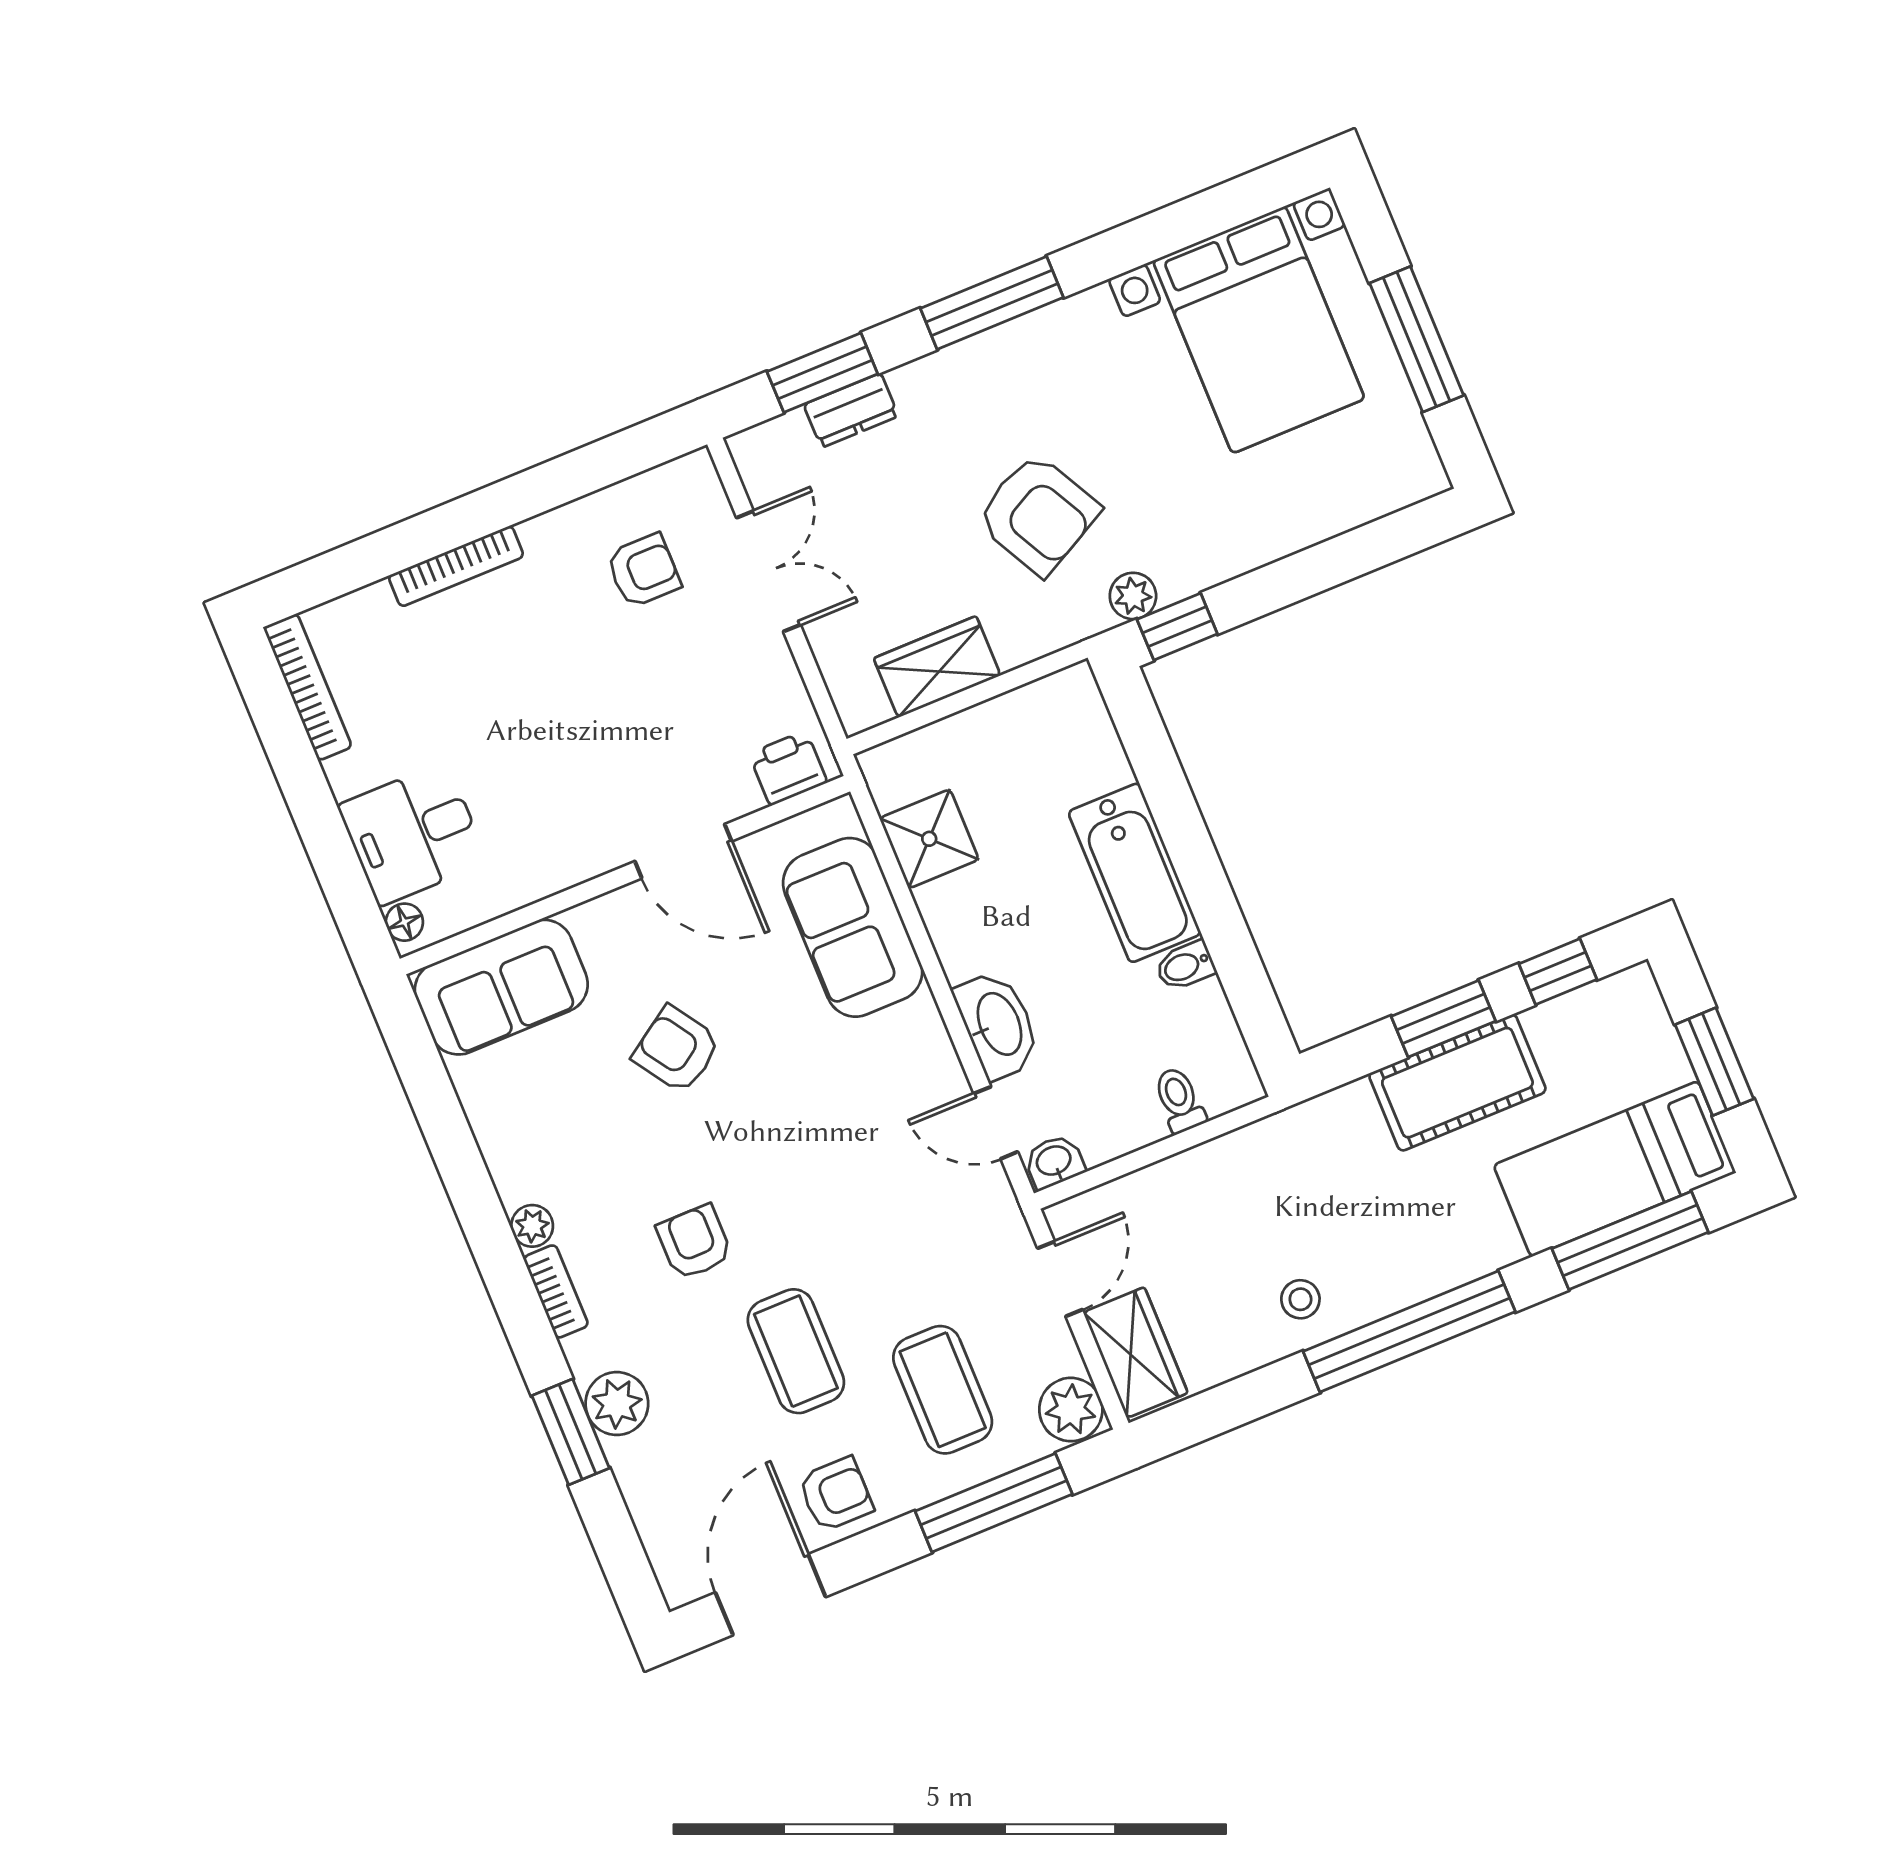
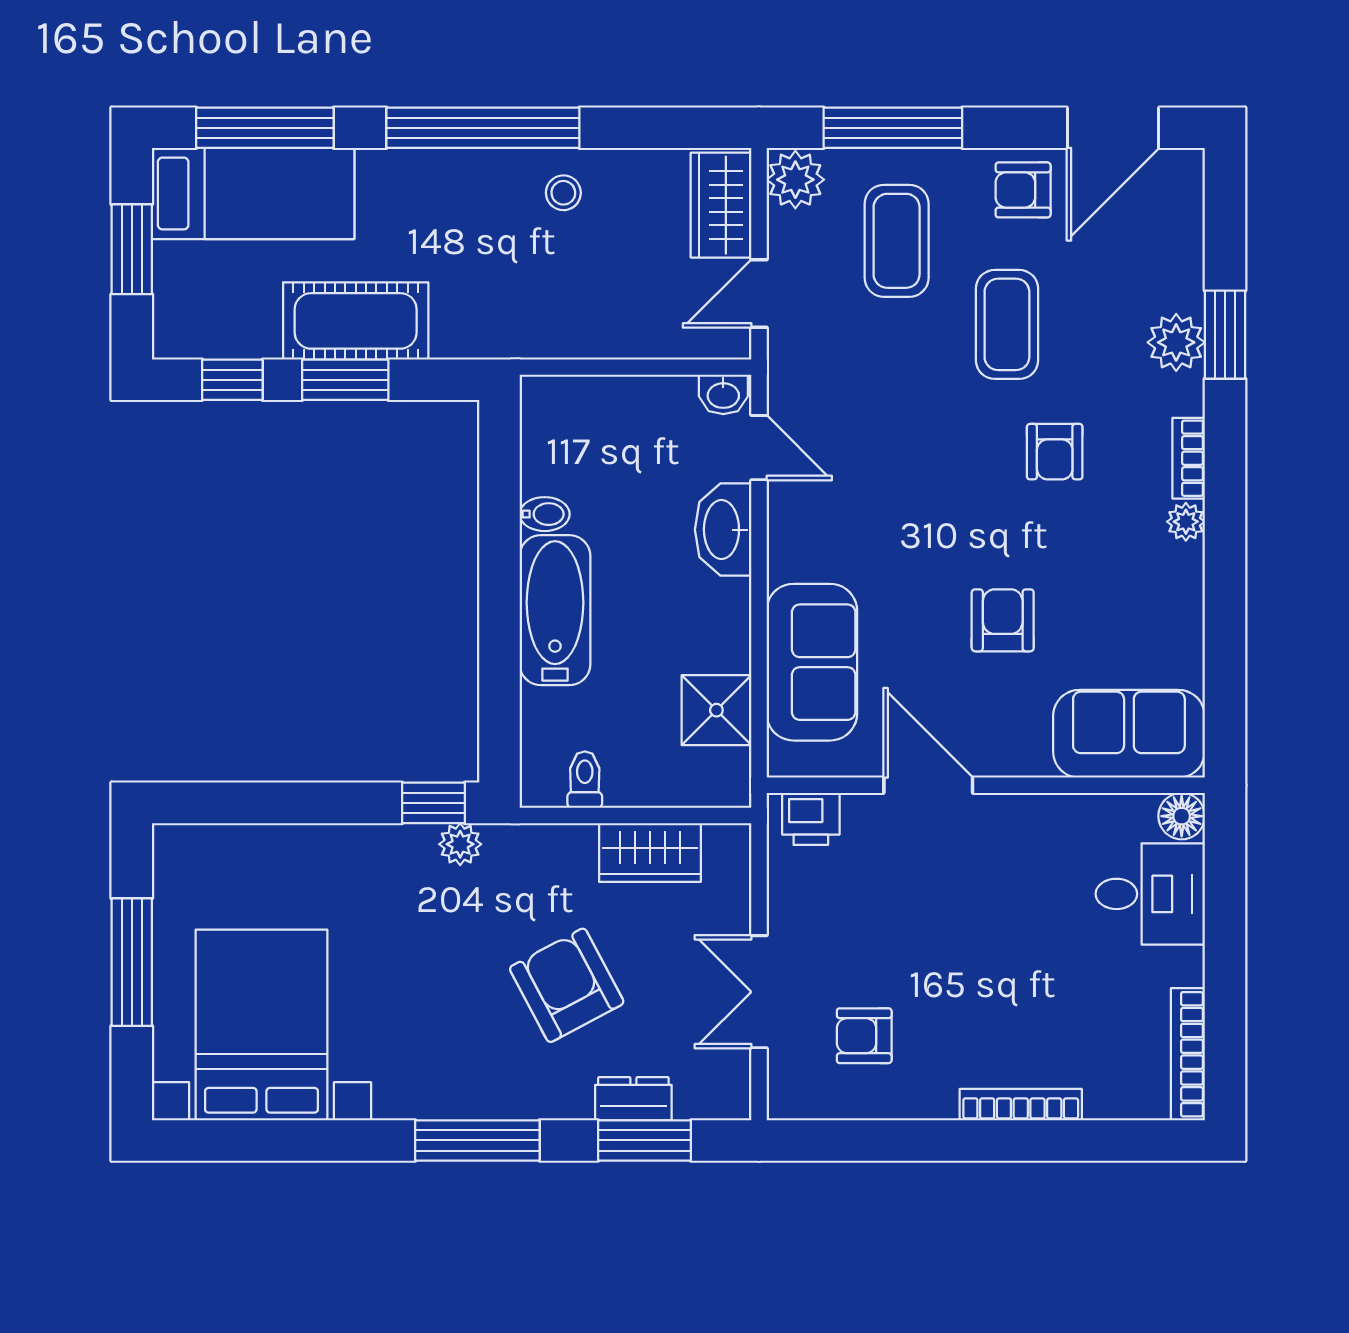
armchair: (1038, 514) -> (567, 985), moved
floor lamp: (404, 922) -> (1182, 816), width x1.37, depth x1.37
armchair: (677, 1049) -> (1003, 620), turned -146
toilet: (1179, 1100) -> (585, 780), moved, turned 180

